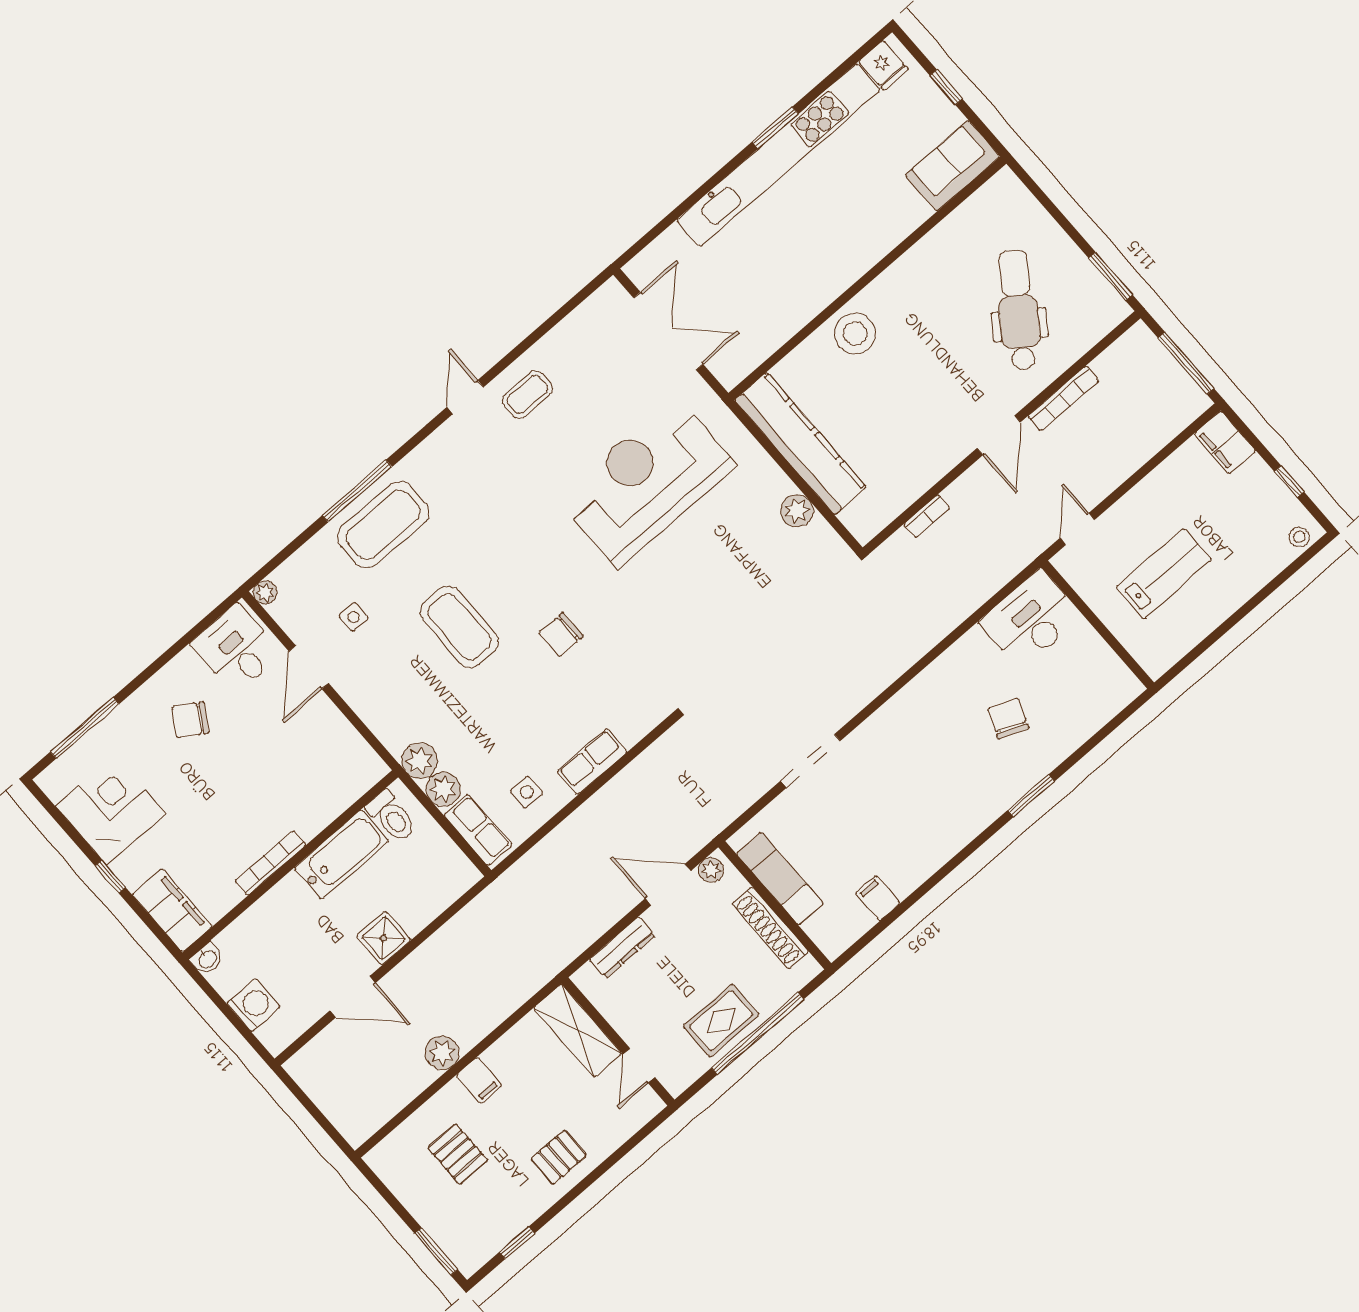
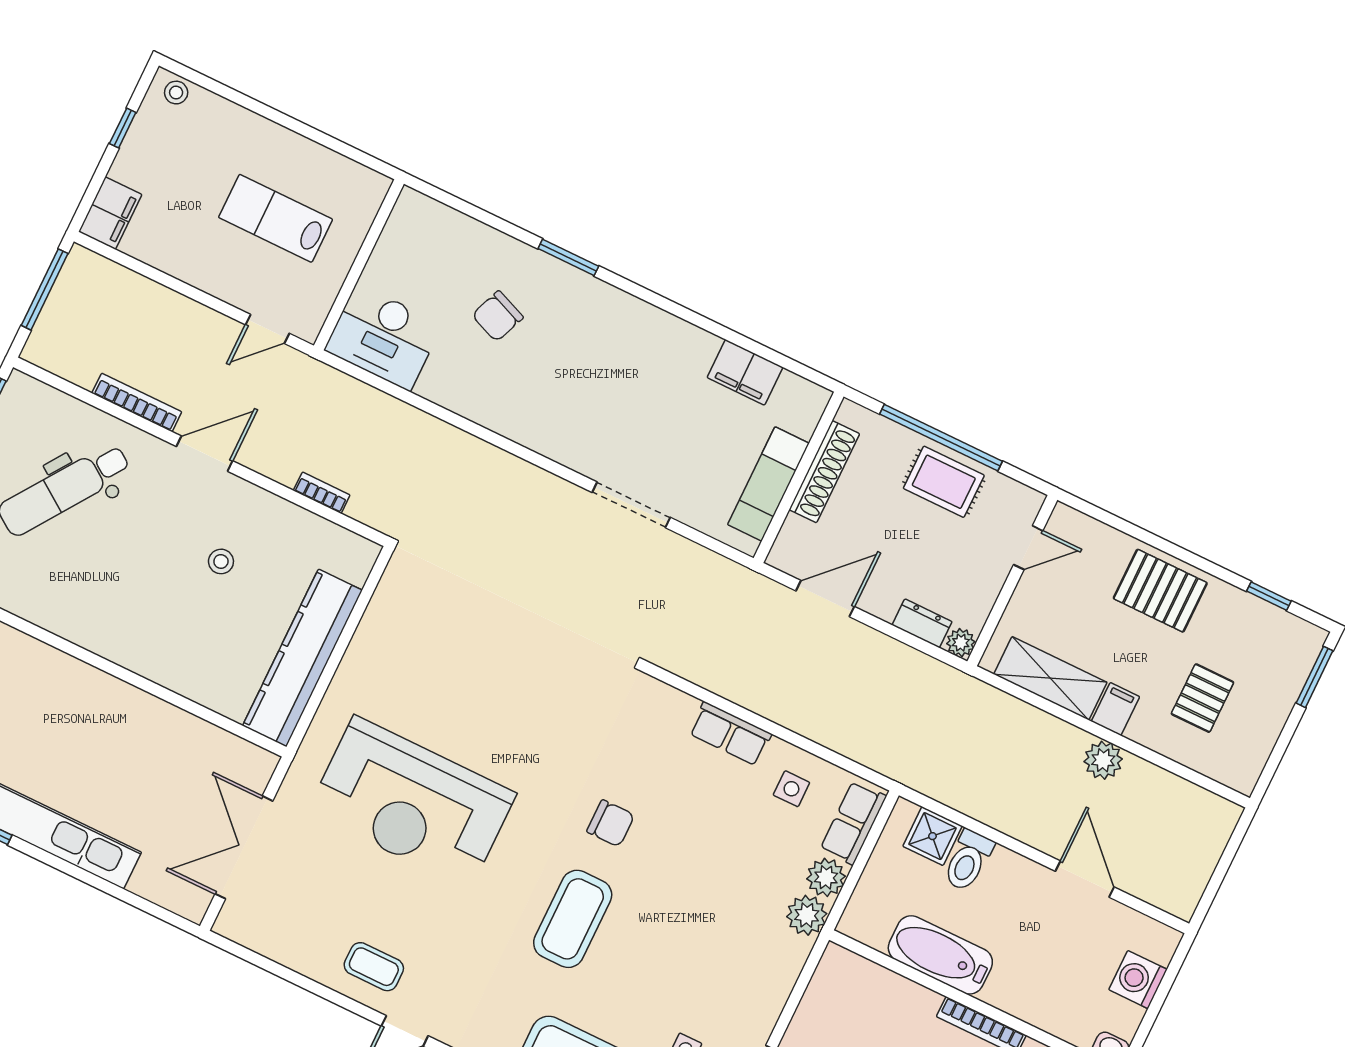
stool: (855, 334) -> (221, 561), moved, width x0.53, depth x0.53
plant: (797, 511) -> (375, 632), removed
coffee table: (459, 627) -> (573, 919), moved
toilet: (391, 816) -> (968, 861), moved, turned 180
plant: (711, 870) -> (961, 643), moved
door: (668, 885) -> (825, 599), swing flipped
filing cabinet: (878, 898) -> (745, 372), width x2.00
shower: (384, 938) -> (932, 836), moved
dresser: (622, 948) -> (922, 623), width x0.70
shelving: (578, 1030) -> (1050, 678), moved, turned 90
pallet: (559, 1157) -> (1160, 591), width x1.50, depth x1.42

